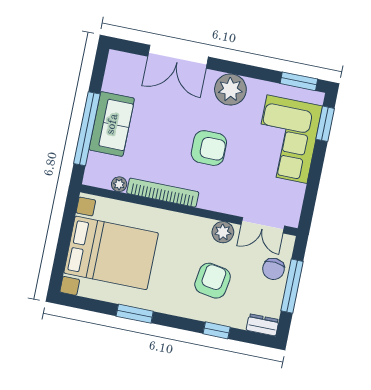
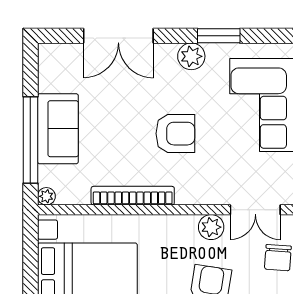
window: (299, 81) -> (219, 36), moved
plant: (230, 90) -> (191, 56), width x0.73, depth x0.73
plant: (119, 184) -> (46, 196), moved

